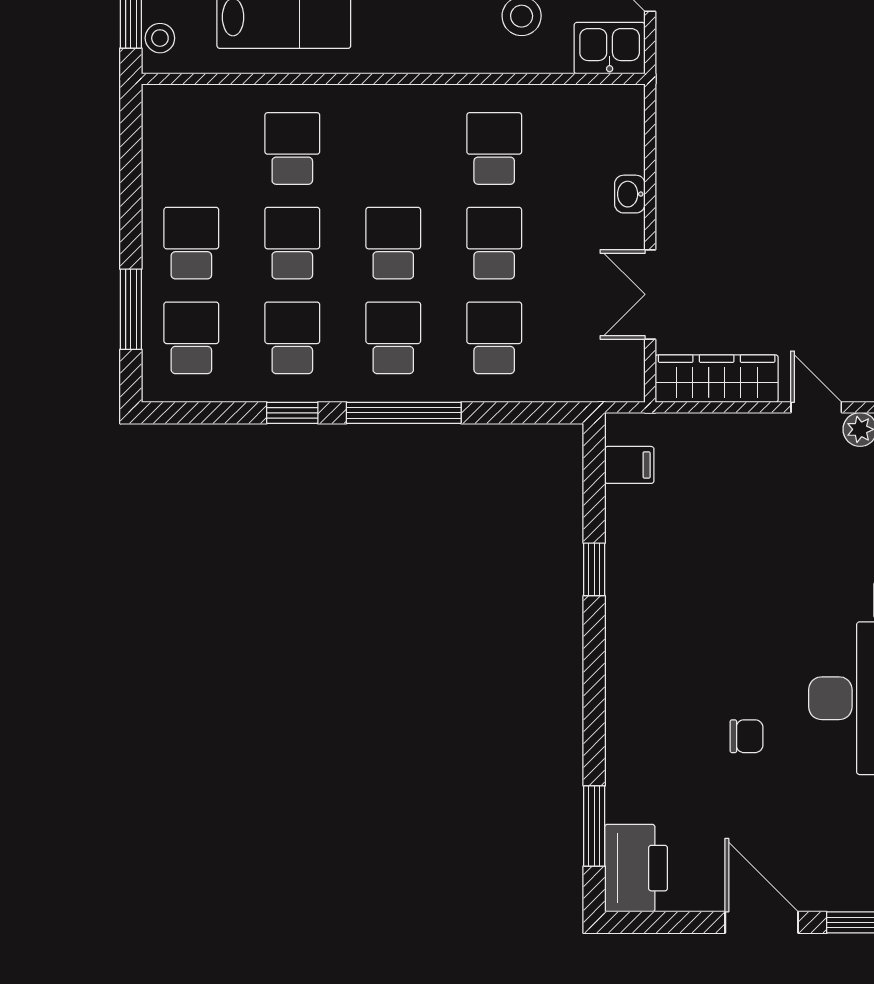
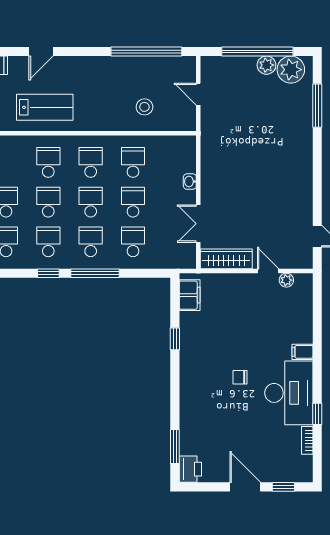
kitchen sink: (610, 48) -> (181, 120), removed
school desk: (393, 148) -> (91, 162), added
filing cabinet: (629, 465) -> (190, 295), width x2.00
chair: (747, 736) -> (240, 377), moved, turned 180
printer: (636, 868) -> (190, 469), width x0.73, depth x0.84

